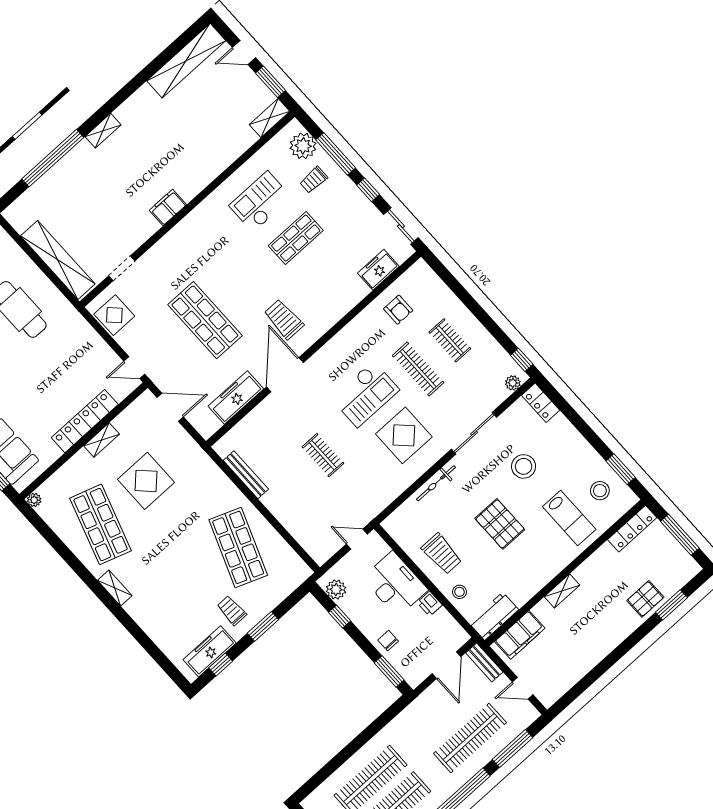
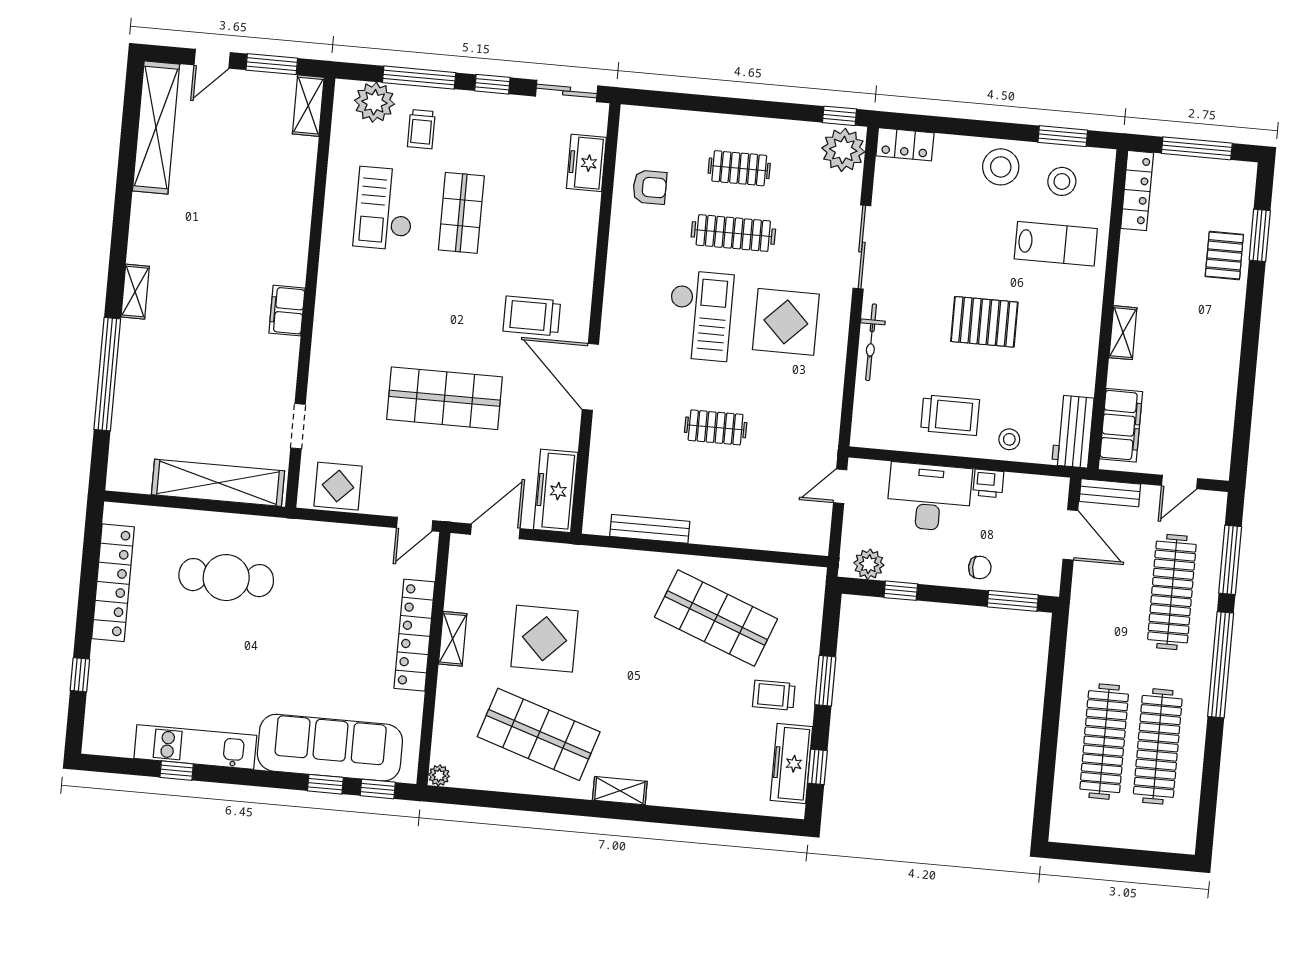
plant: (513, 383) -> (843, 150), width x1.88, depth x1.88
freezer: (236, 398) -> (556, 491), moved
stool: (524, 466) -> (1001, 167), moved
chair: (388, 641) -> (980, 567), turned 180

